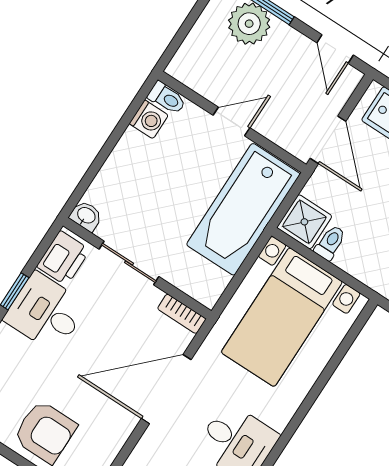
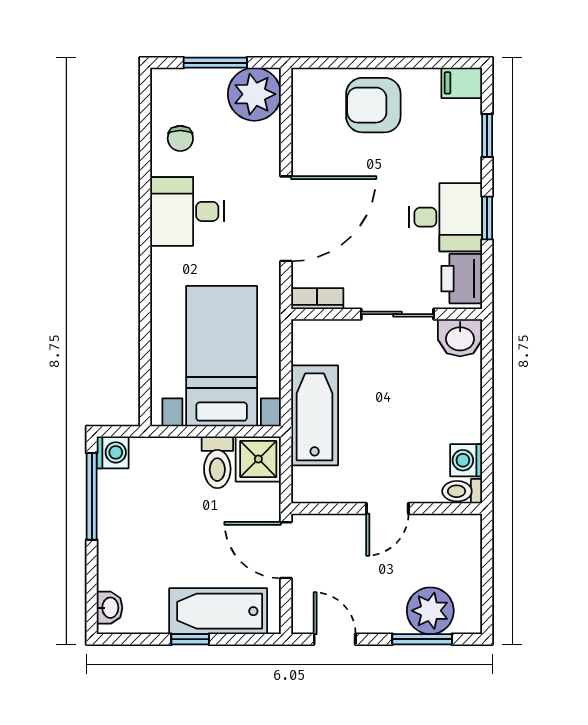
bathtub: (243, 209) -> (315, 415), width x0.73, depth x0.73
washbasin: (86, 216) -> (460, 338), width x1.38, depth x1.45
toilet: (330, 243) -> (217, 462), width x1.37, depth x1.39

